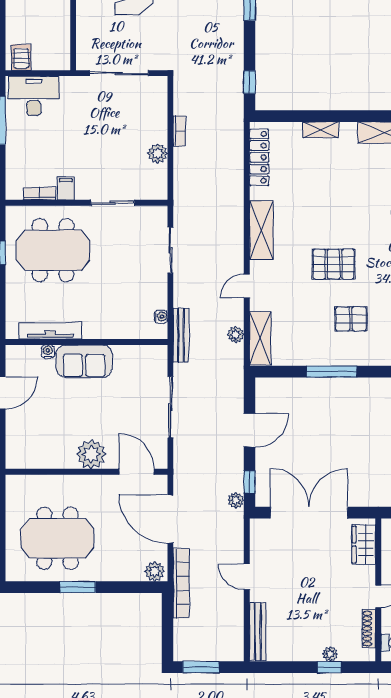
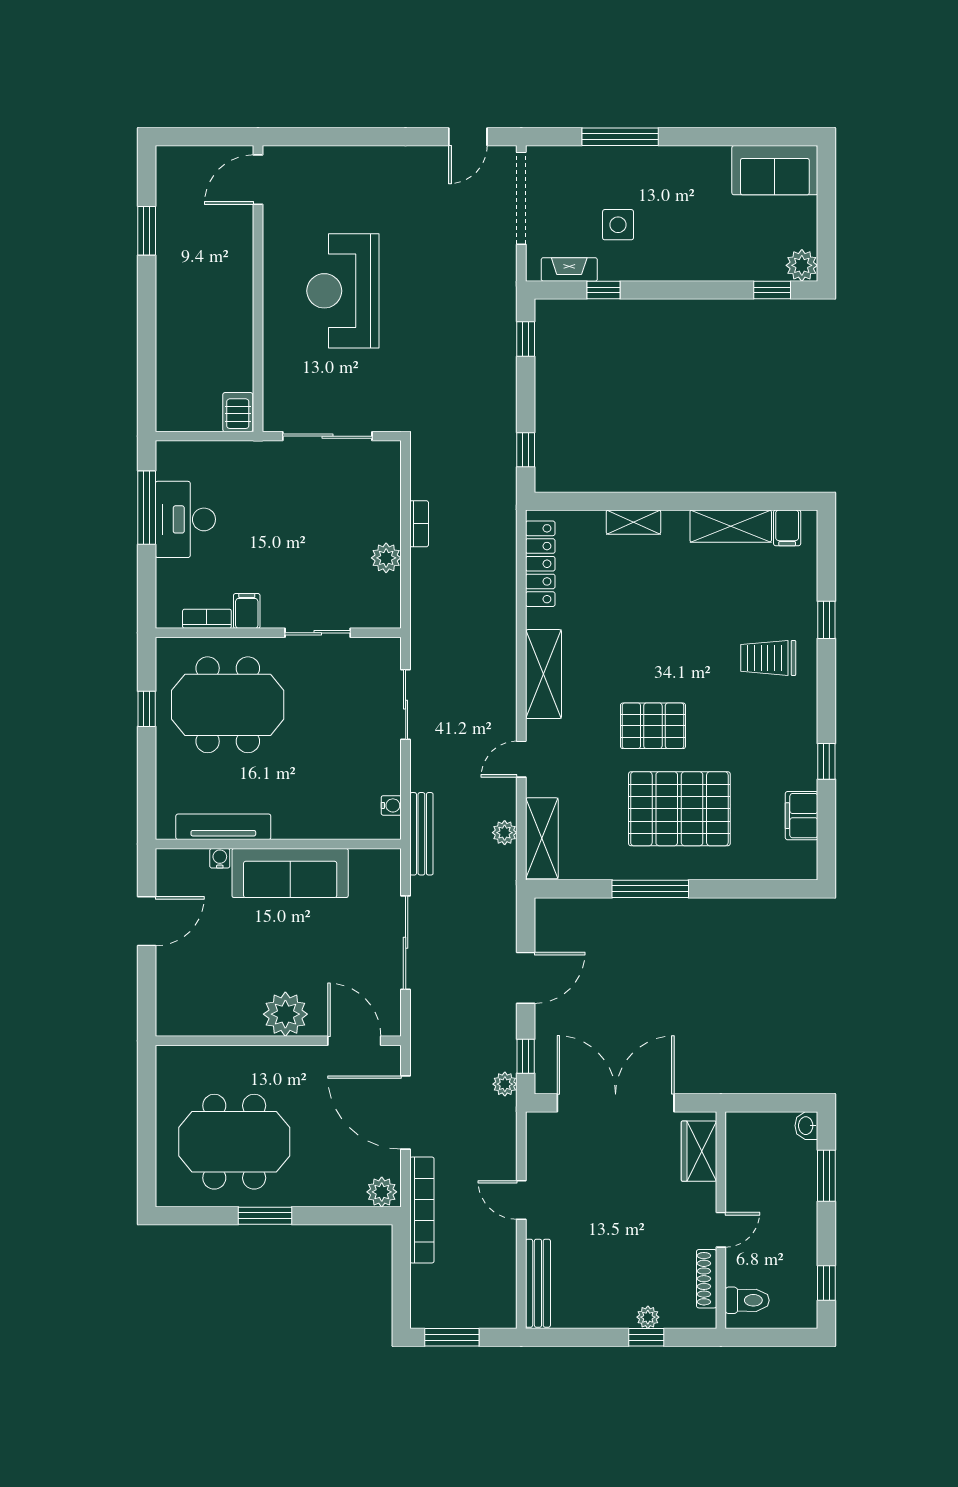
server rack: (21, 57) -> (238, 412), moved
desk: (34, 96) -> (185, 519), moved, turned -90
pallet: (351, 319) -> (679, 809), width x2.05, depth x2.00
sofa: (84, 361) -> (290, 873), width x1.36

